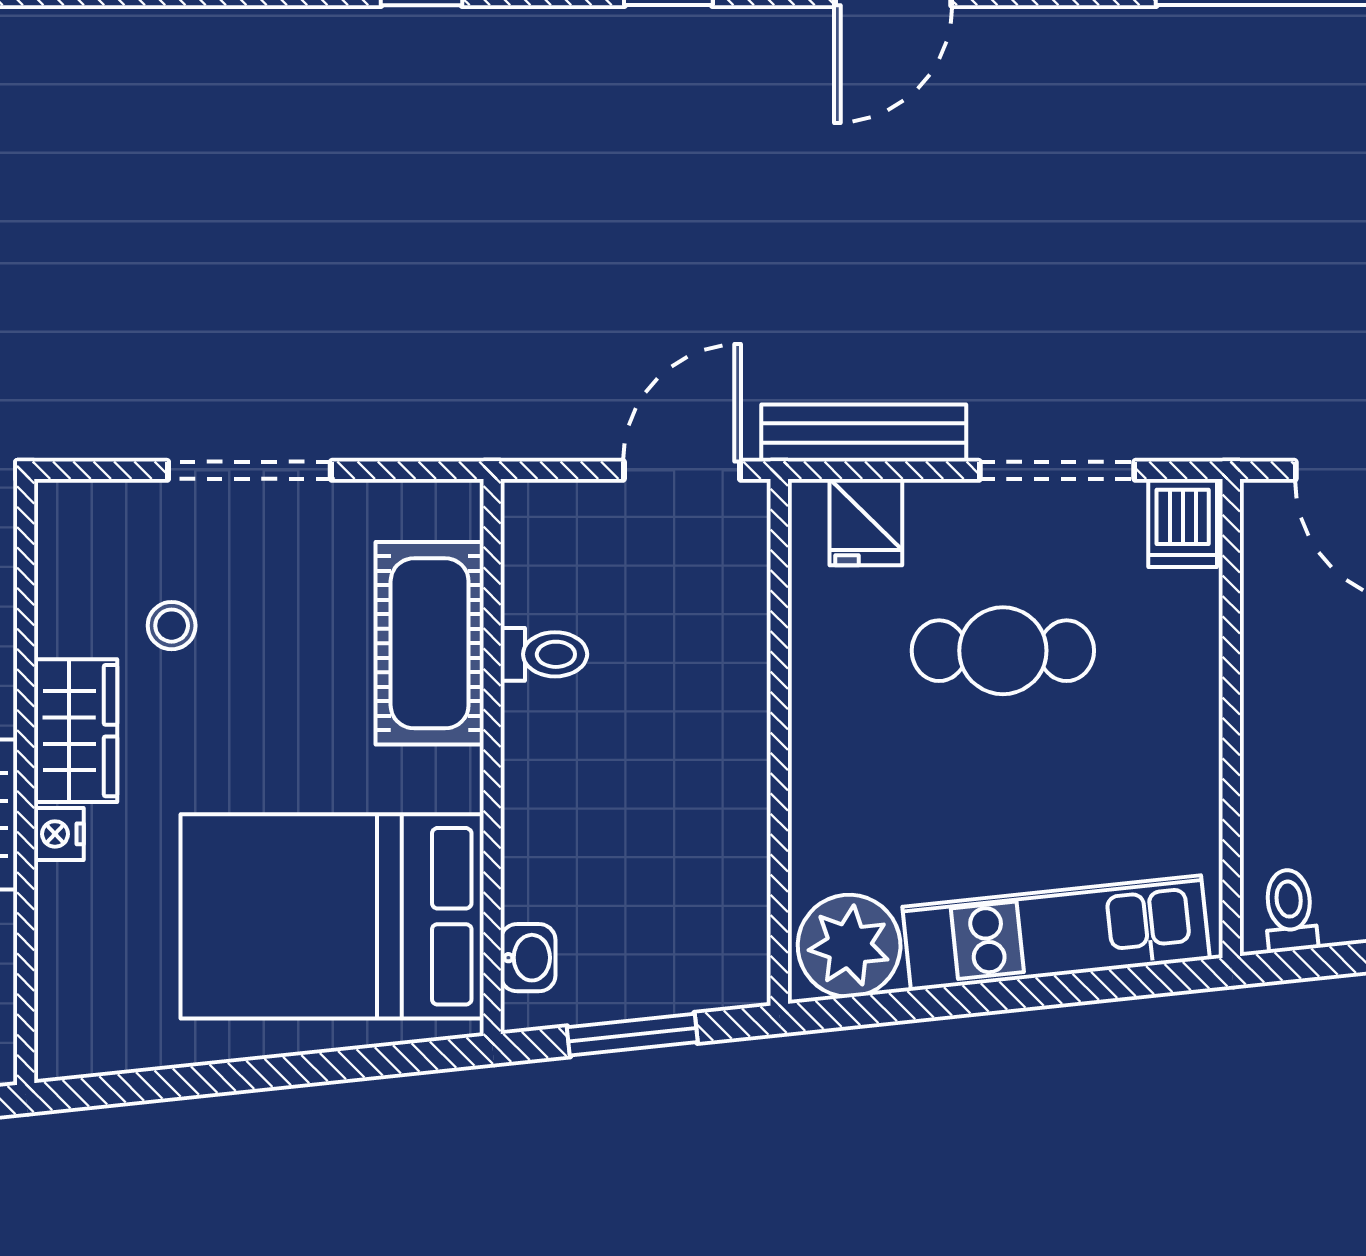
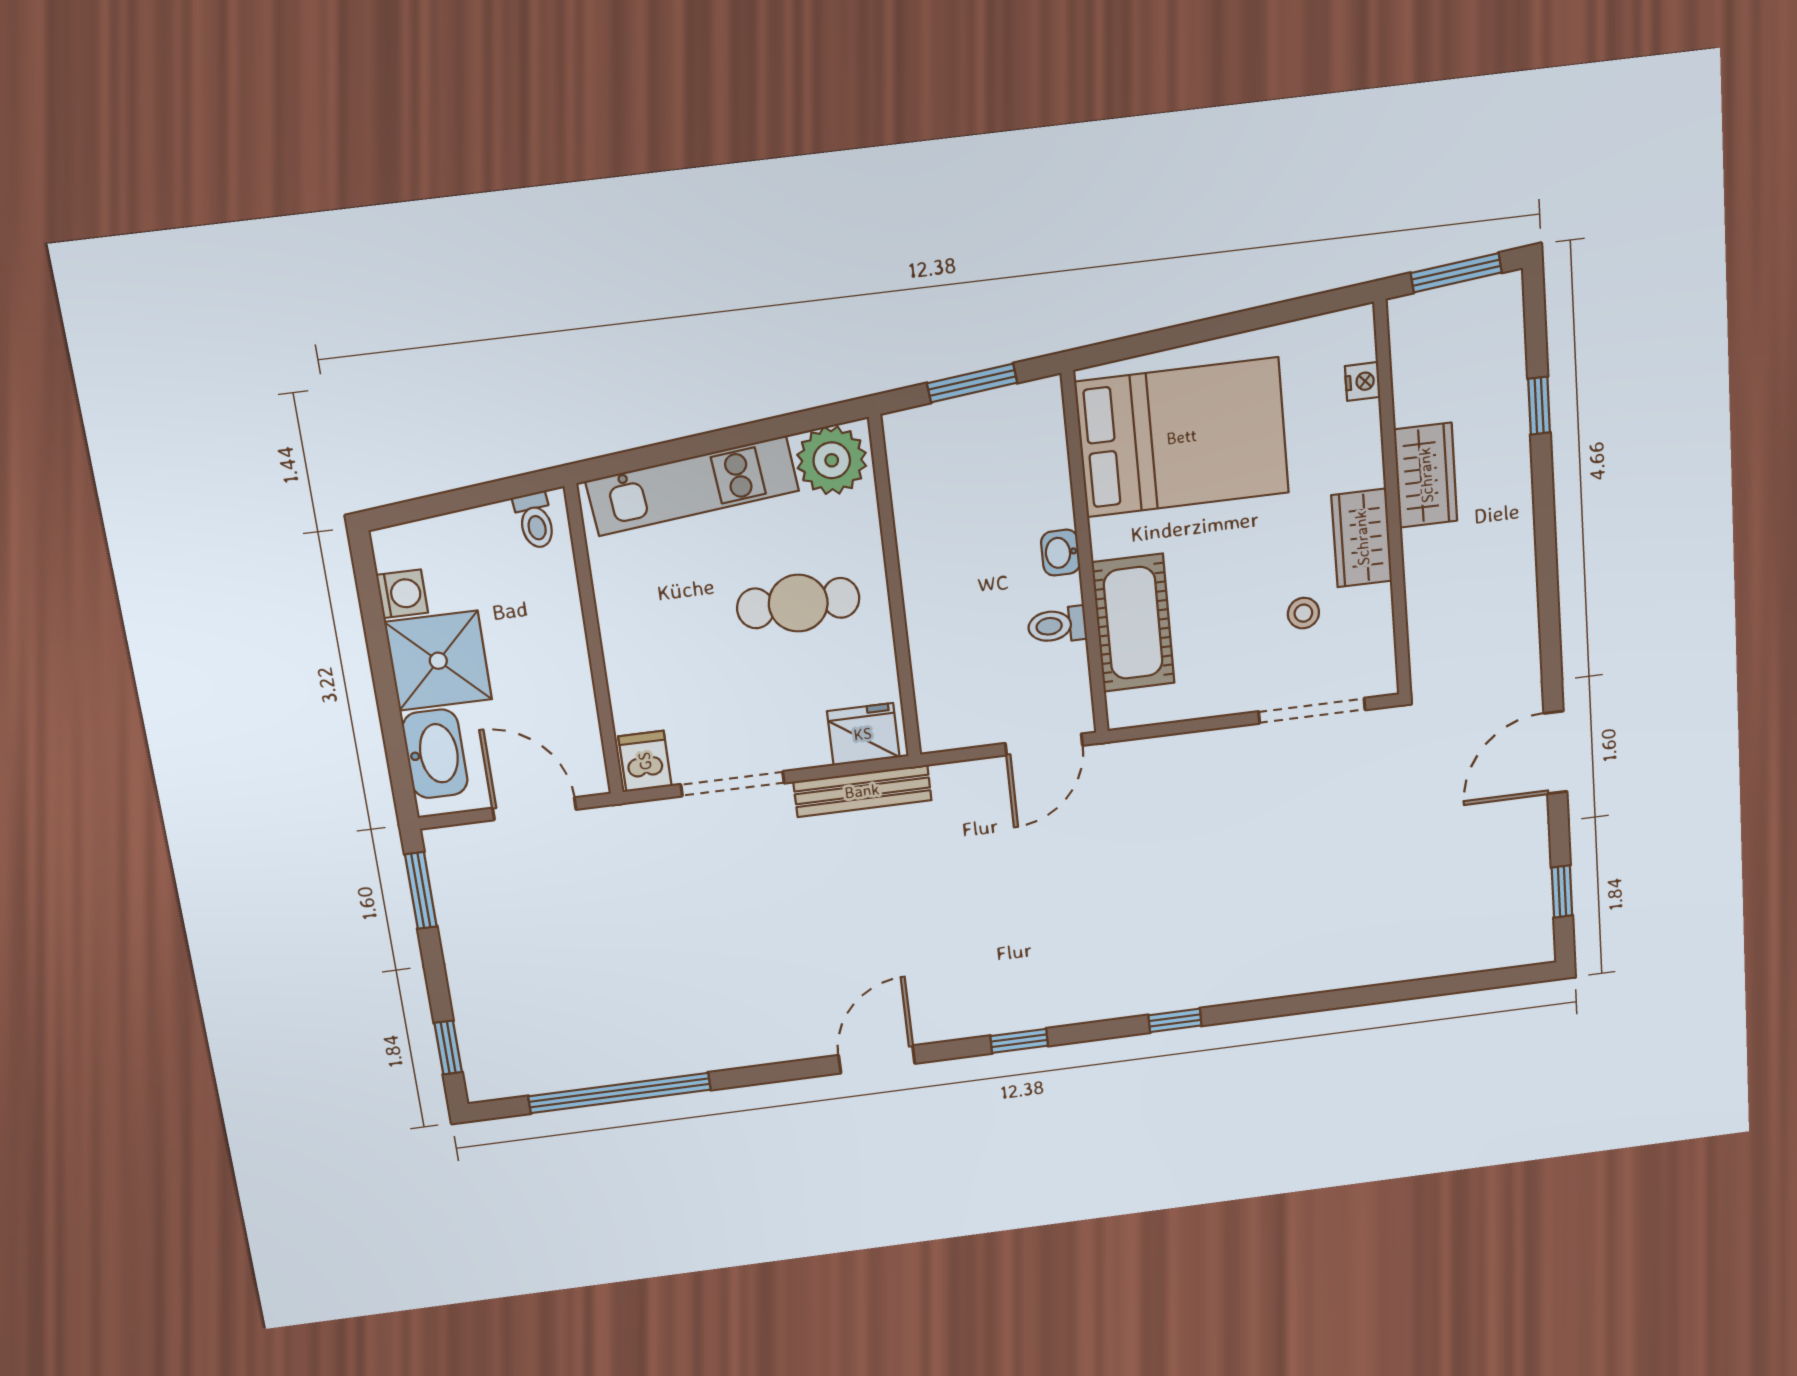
doorway: (249, 470) -> (1312, 711), moved
door: (682, 470) -> (1044, 744), moved
fridge: (866, 522) -> (863, 734), width x1.38
cafe table: (1003, 651) -> (798, 603), moved
nightstand: (59, 834) -> (1362, 381), moved
washbasin: (528, 958) -> (1061, 553), moved

